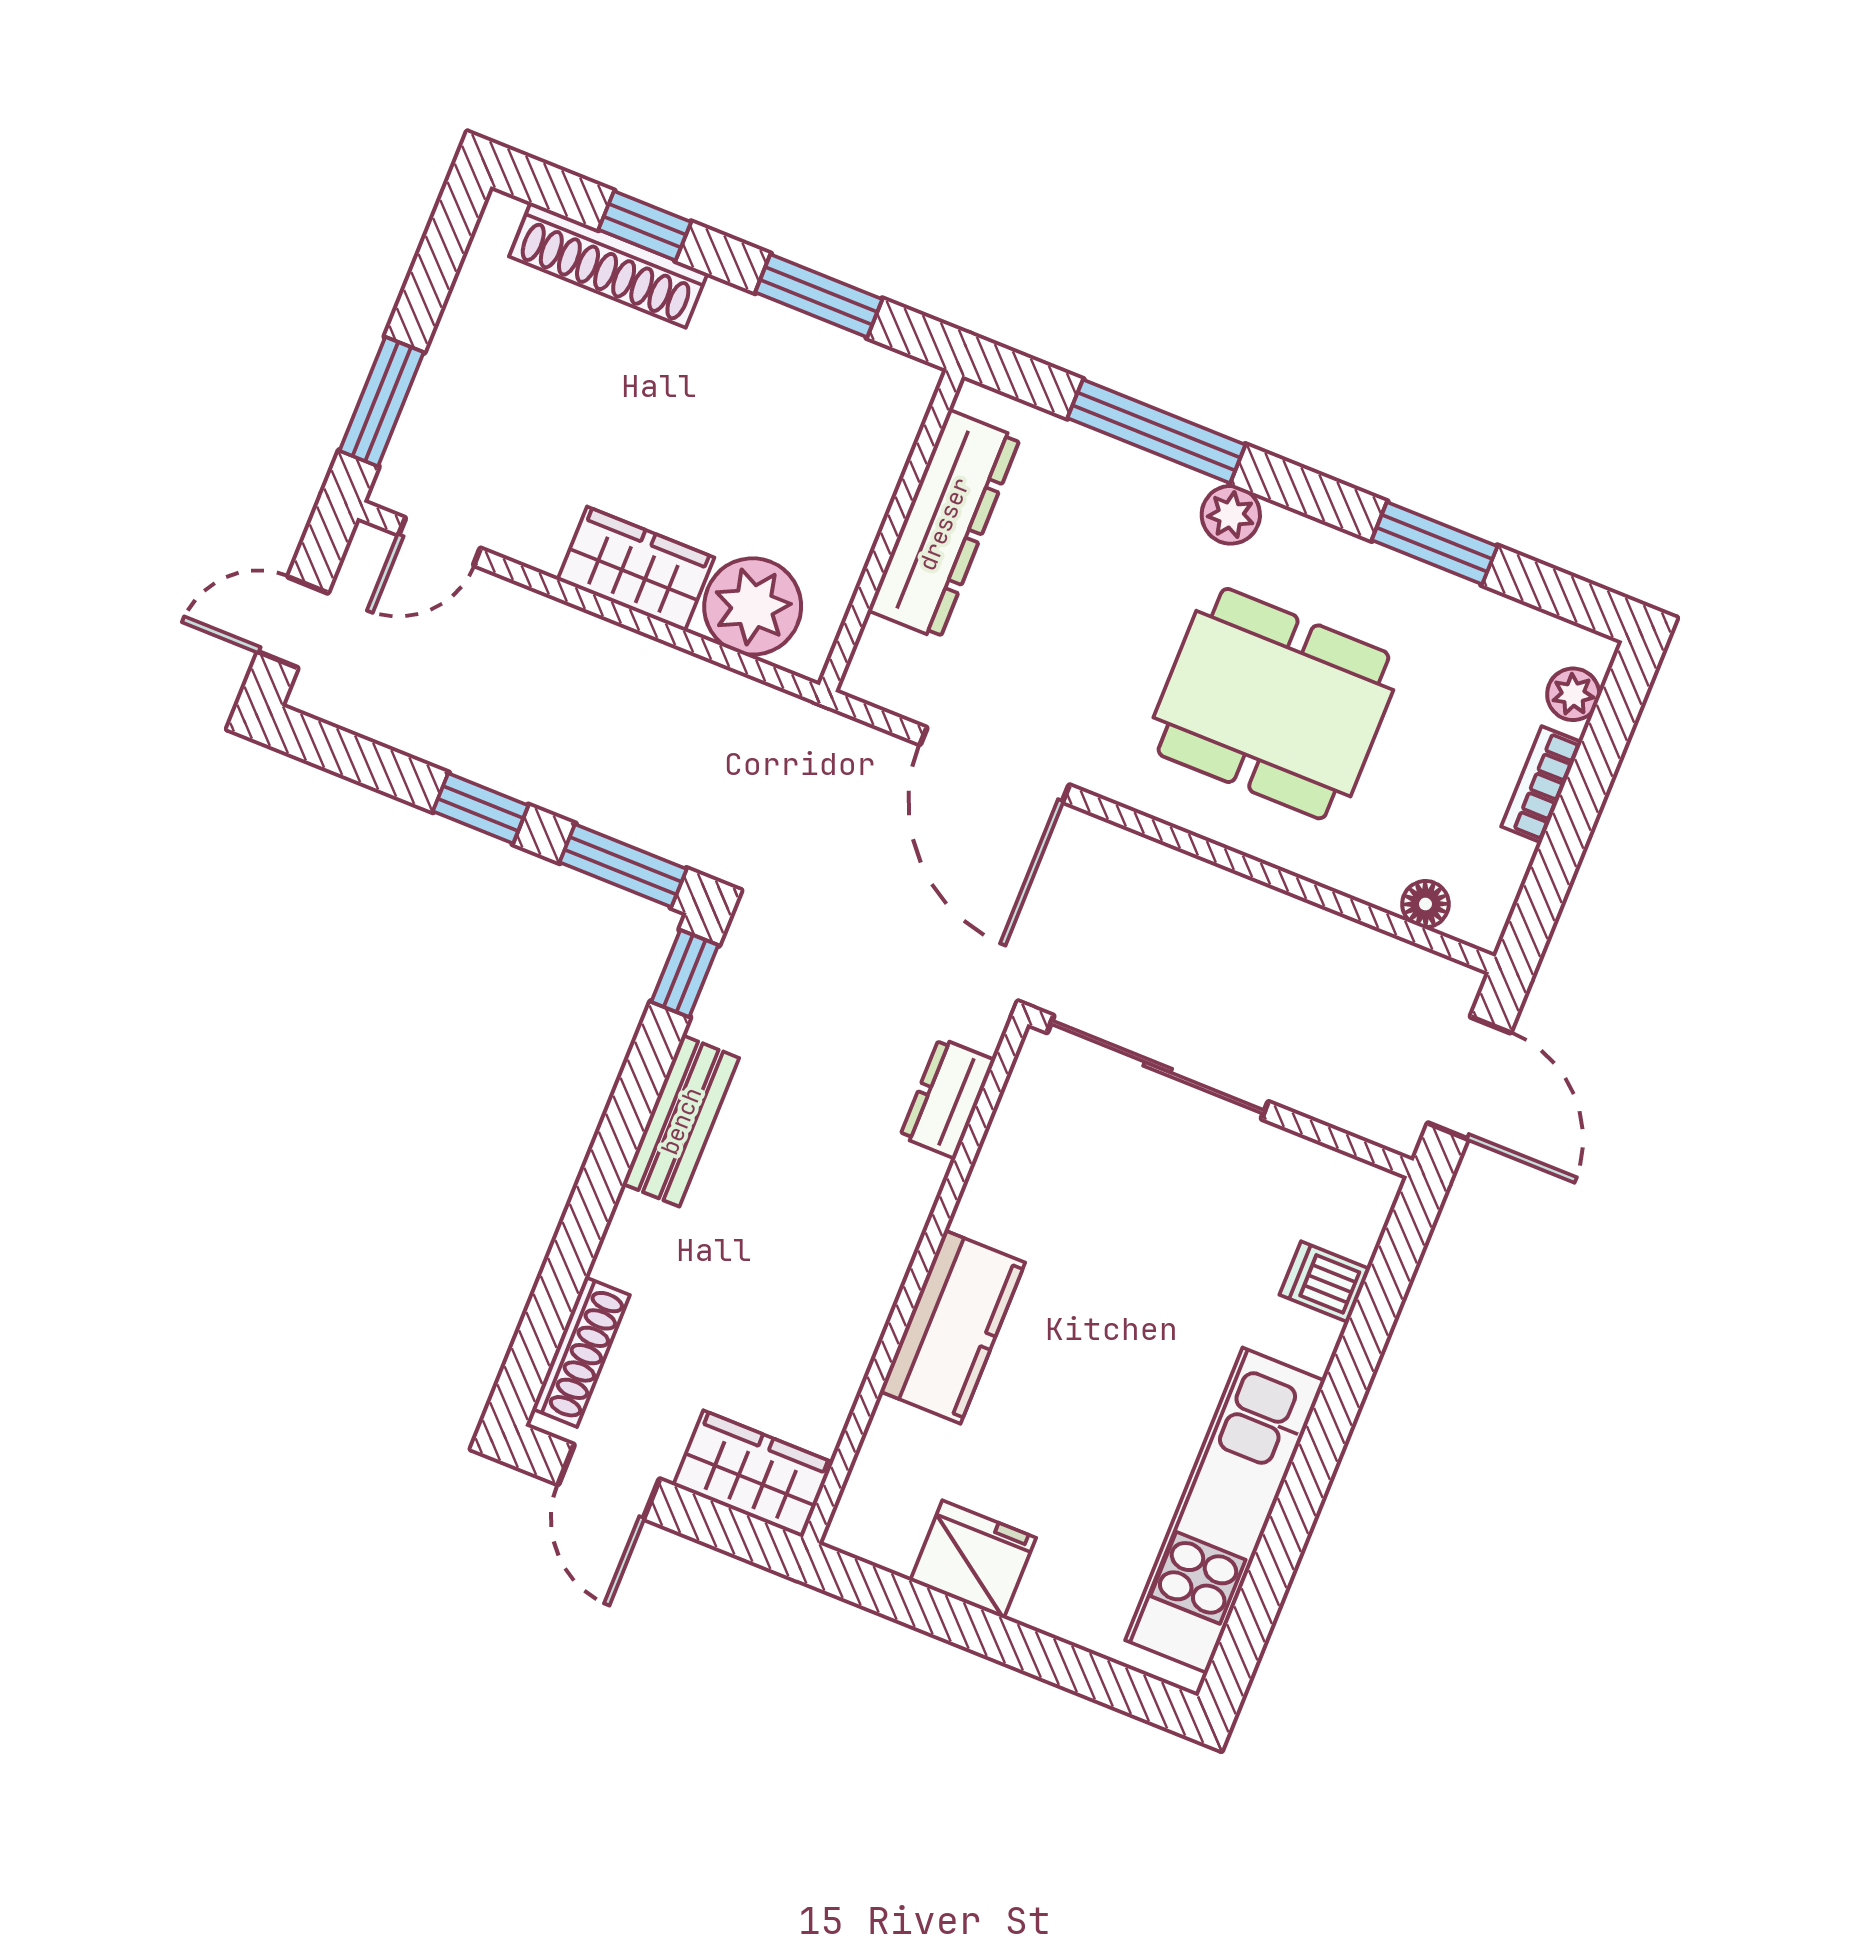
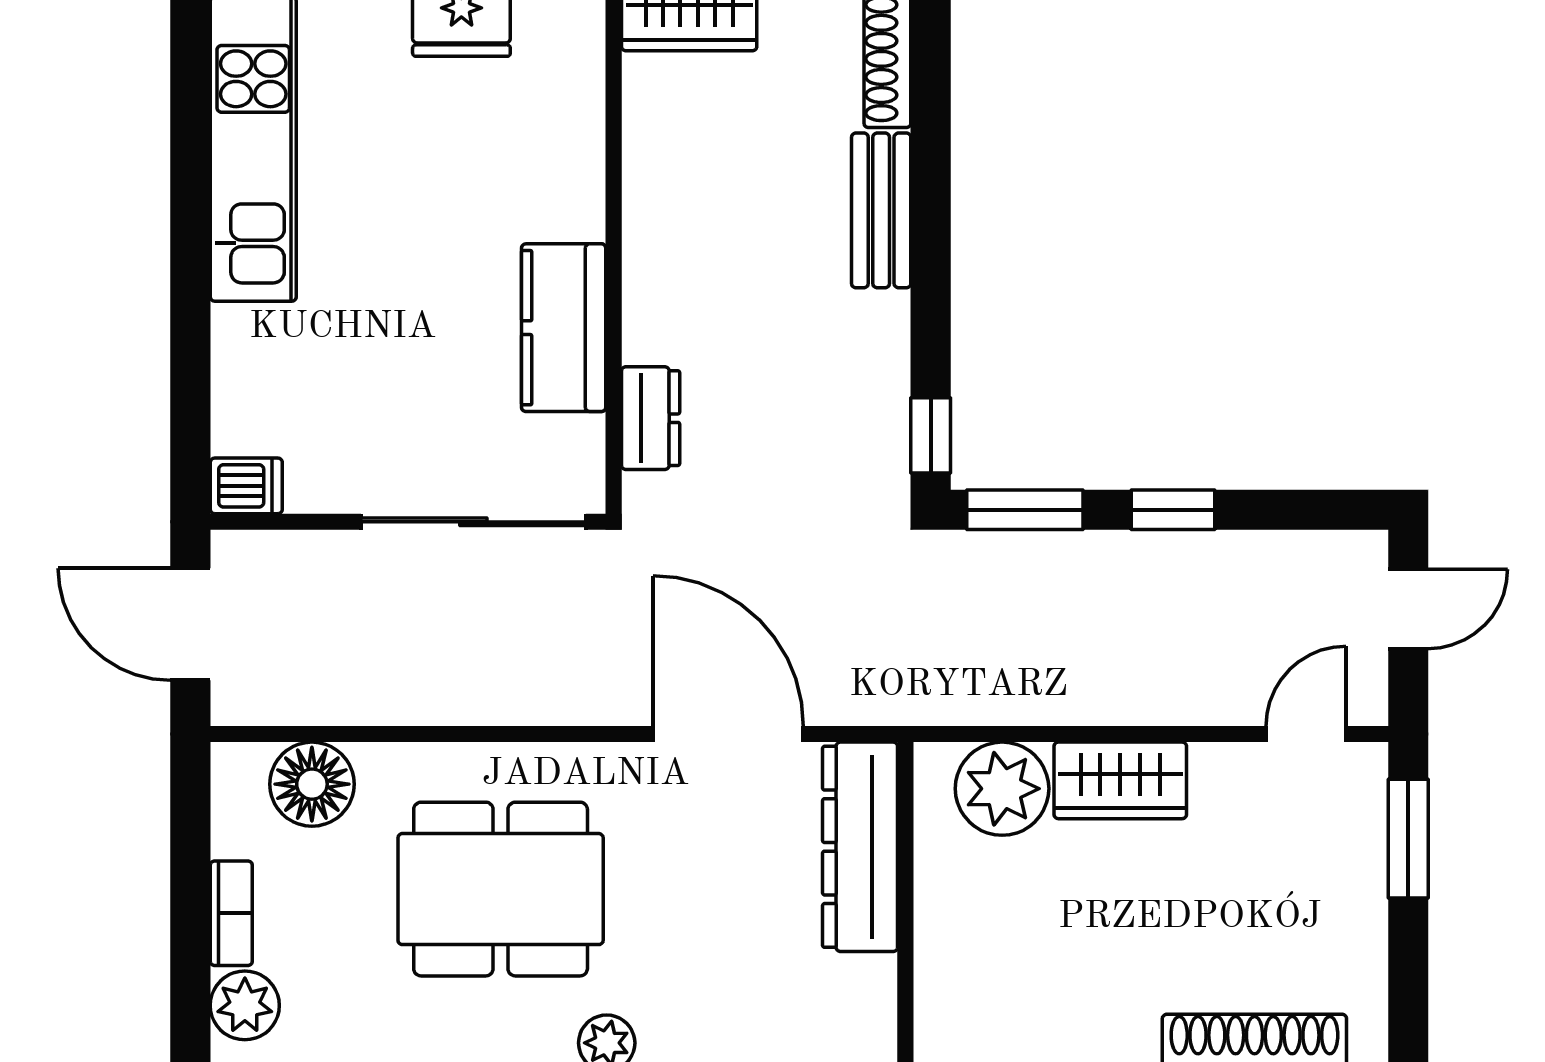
dresser: (944, 524) -> (860, 847), moved
plant: (1573, 694) -> (245, 1005), width x1.38, depth x1.38
floor lamp: (1425, 904) -> (312, 784), width x1.89, depth x1.89
bench: (681, 1121) -> (881, 210), moved
dishwasher: (1325, 1282) -> (246, 486), moved
kitchen counter: (952, 1327) -> (564, 328), moved

